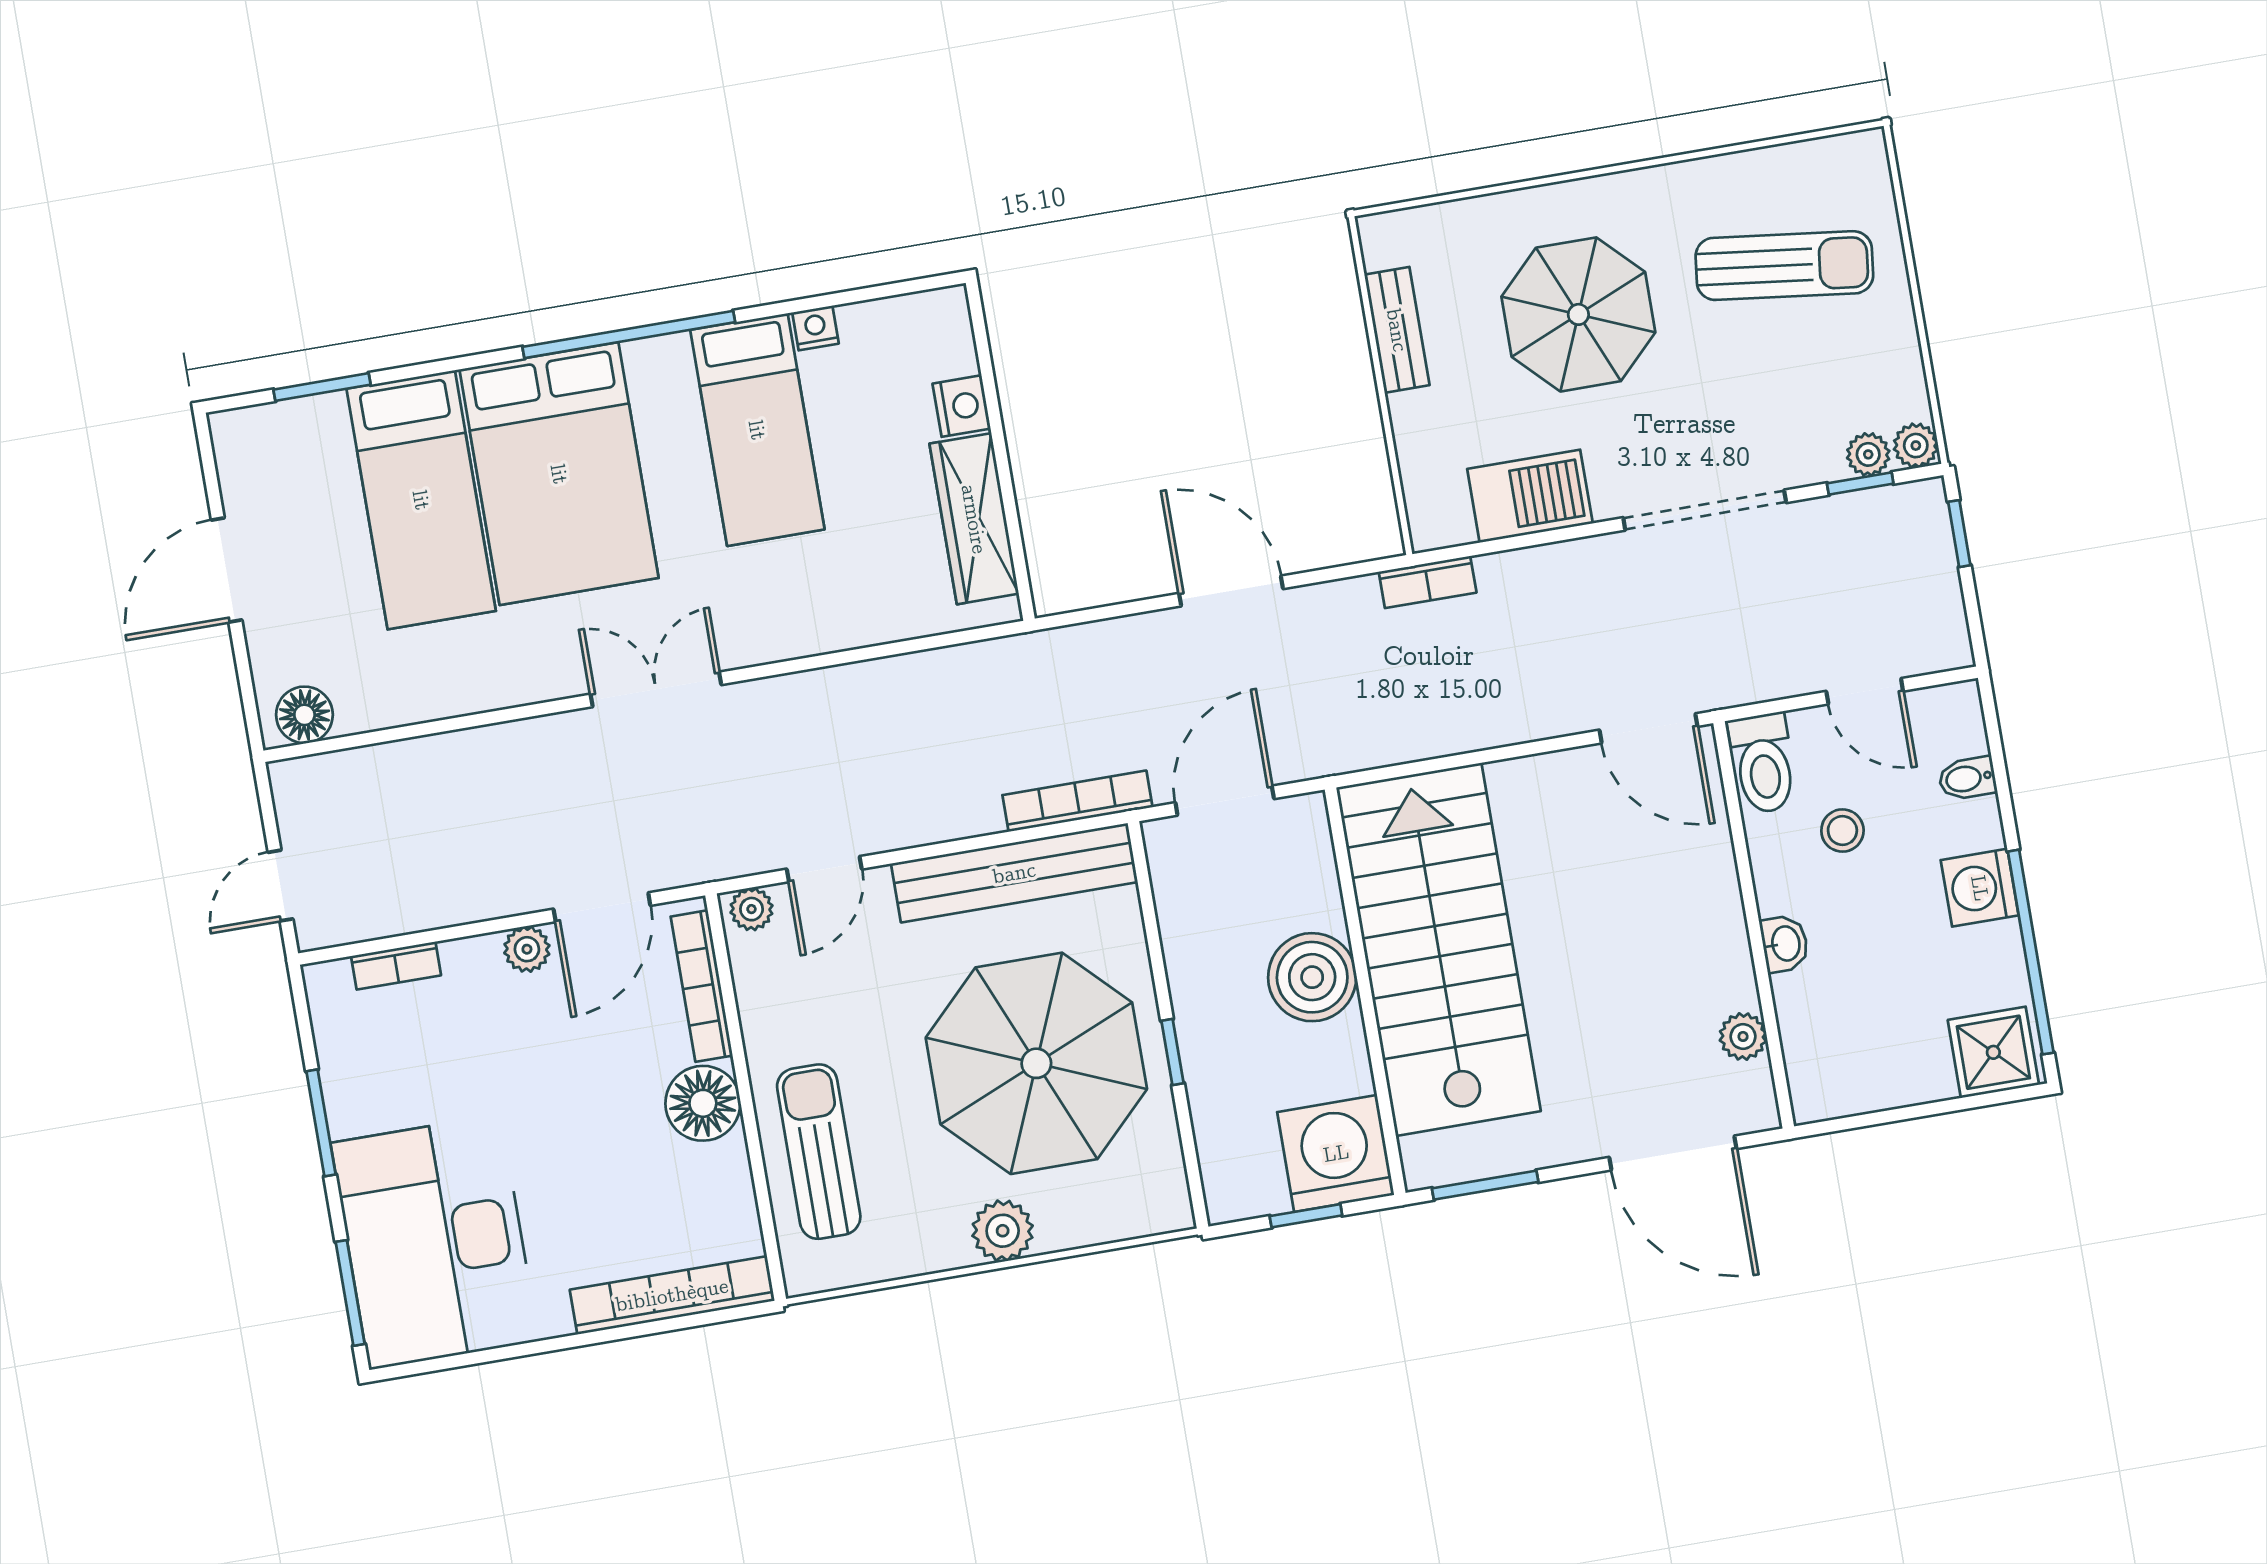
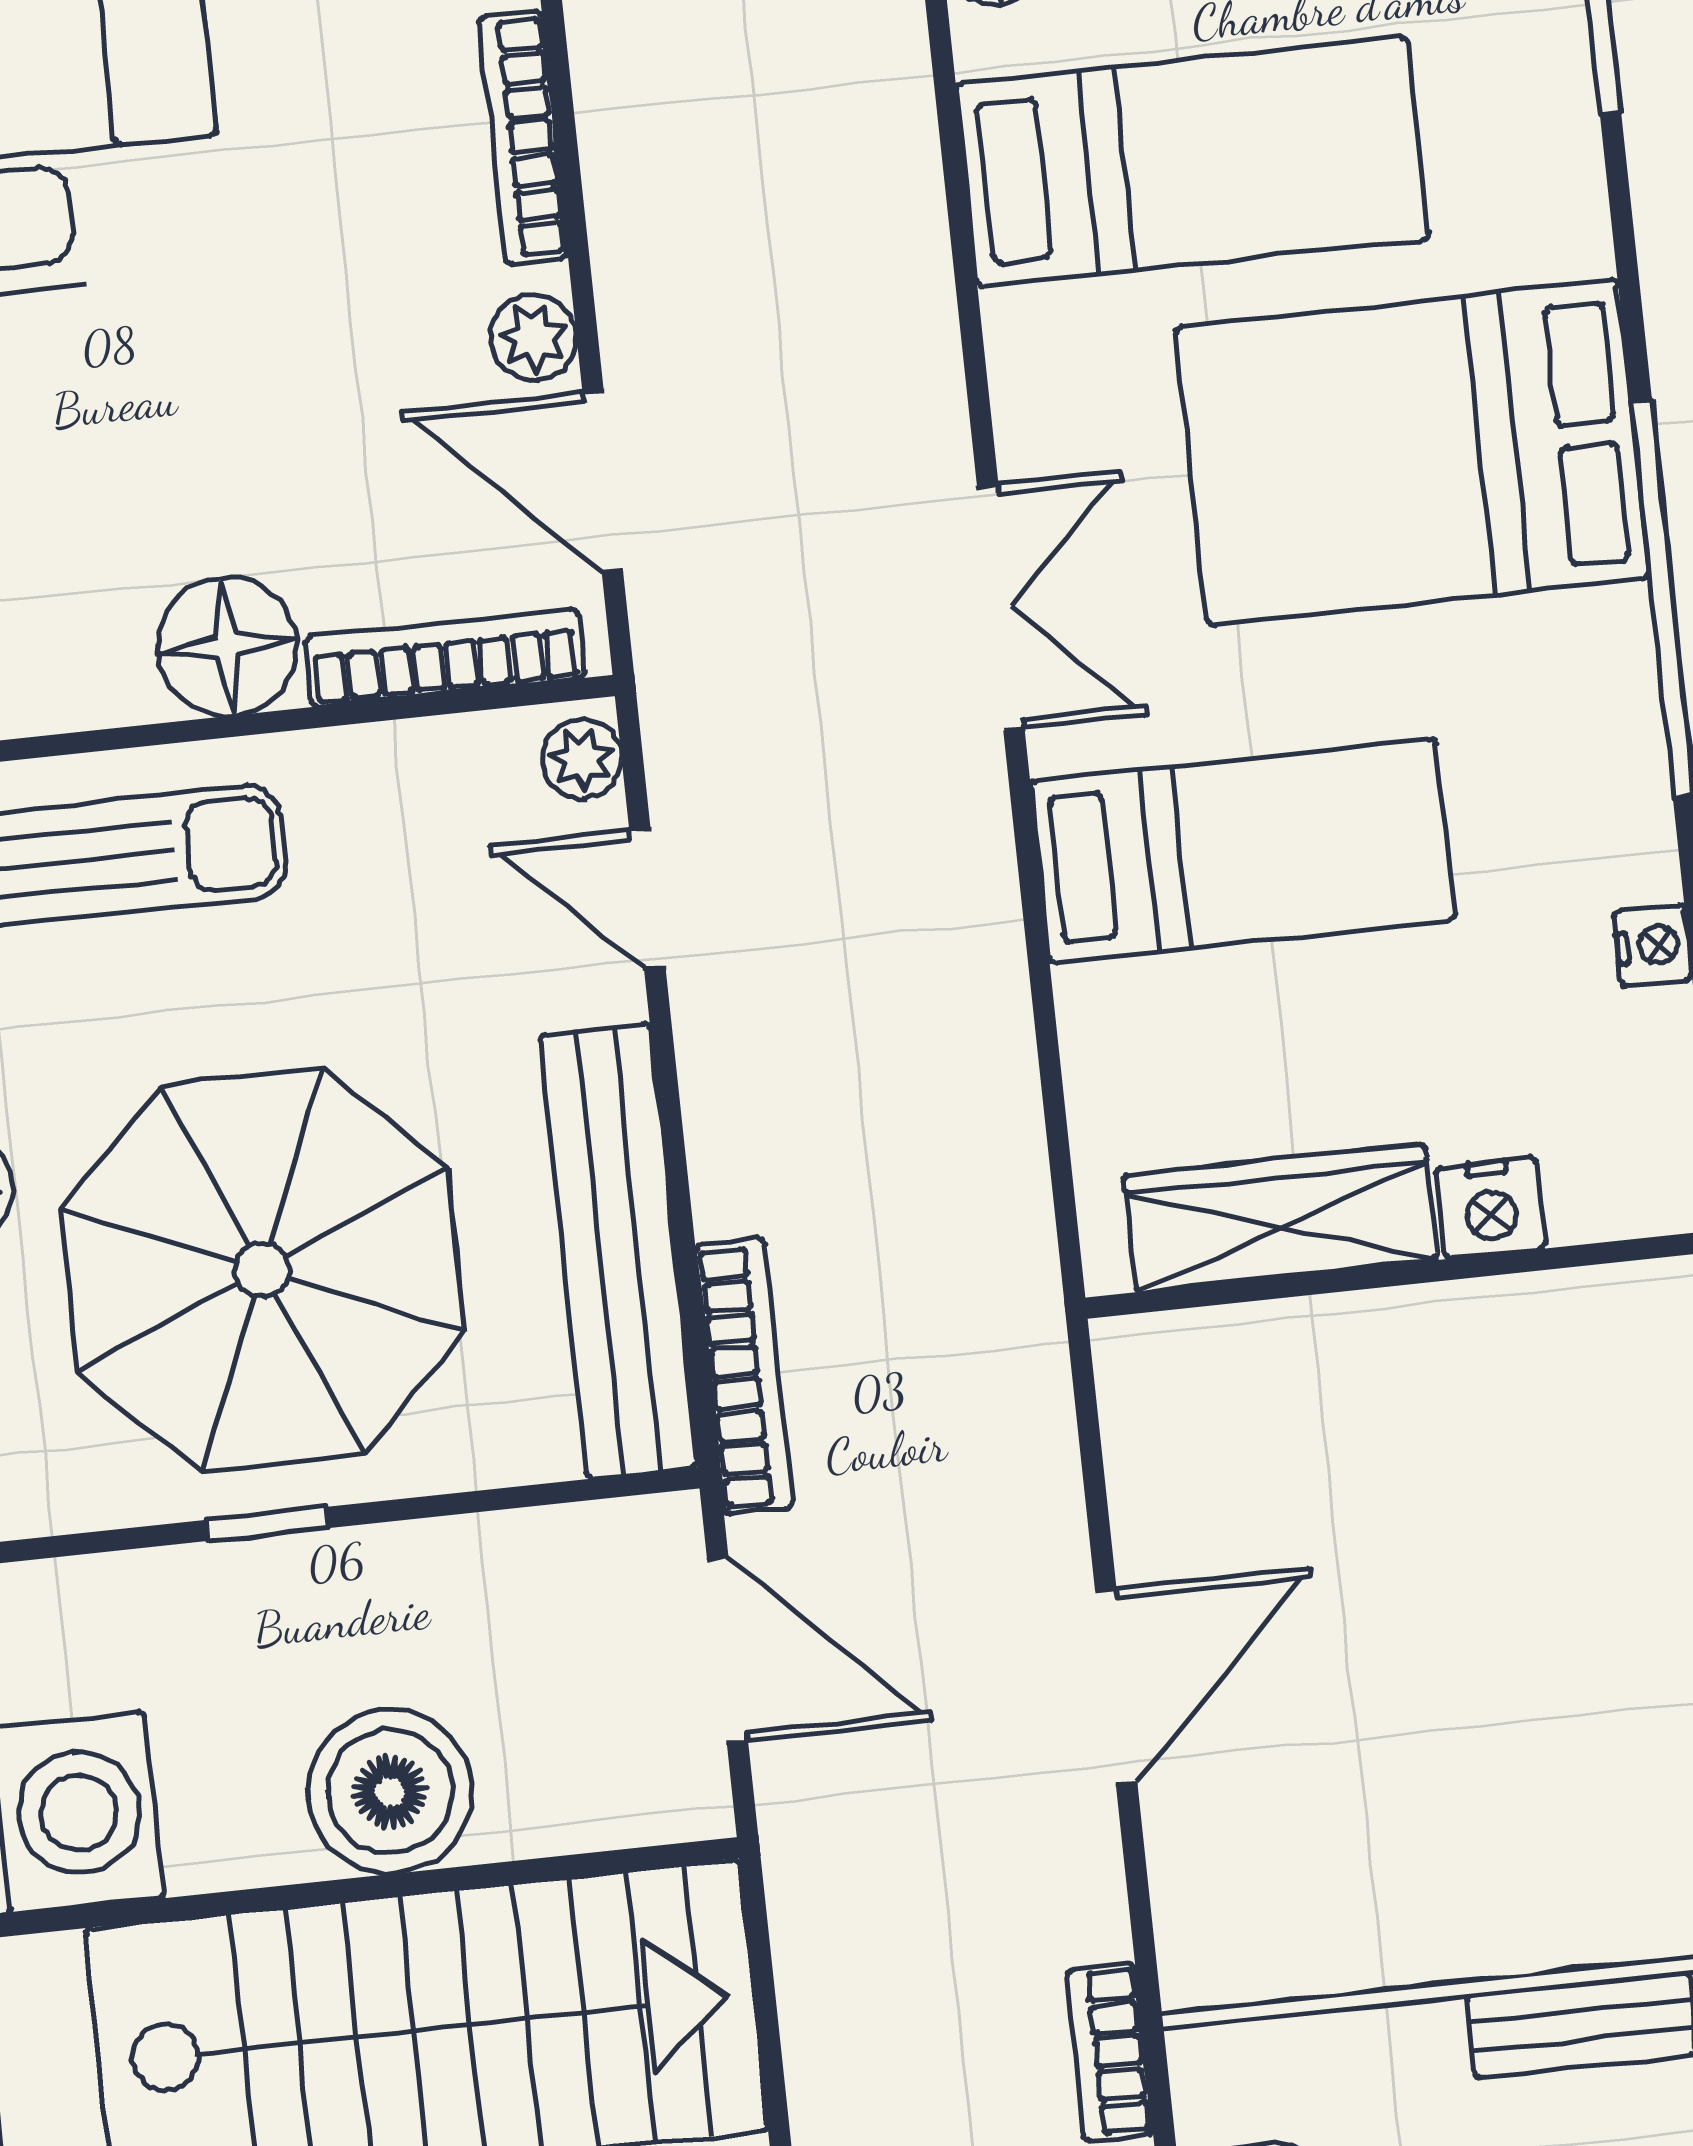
bed: (757, 430) -> (1243, 850), moved, turned 180
bed: (421, 500) -> (1192, 162), moved, turned 180
bookcase: (396, 966) -> (523, 137), width x1.56

